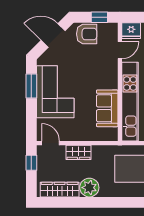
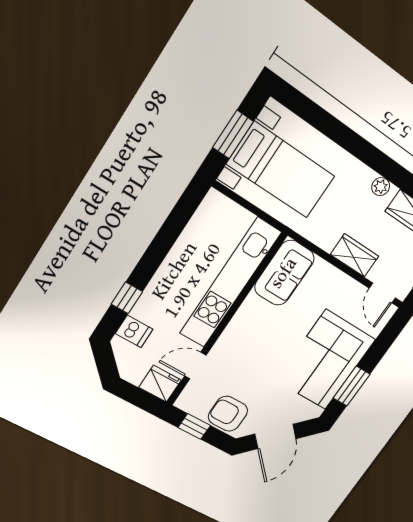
door: (53, 35) -> (275, 436), hinge flipped
sofa: (107, 108) -> (284, 273), moved
plant: (89, 188) -> (381, 187), width x0.53, depth x0.53

